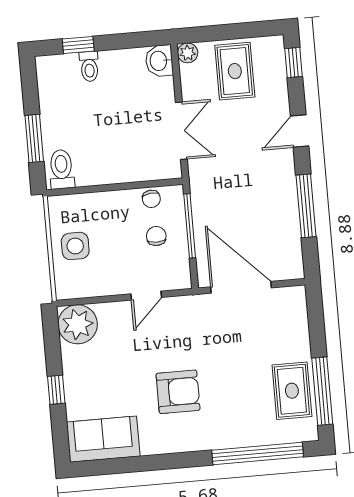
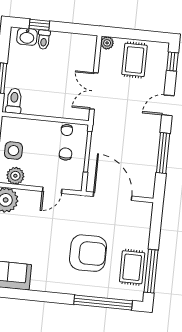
washbasin: (159, 61) -> (27, 37), moved, turned -90
double door: (181, 131) -> (94, 91), swing flipped
plant: (86, 284) -> (15, 176), added
armchair: (178, 392) -> (88, 253), moved, width x1.36, depth x1.36

